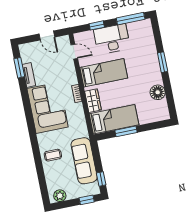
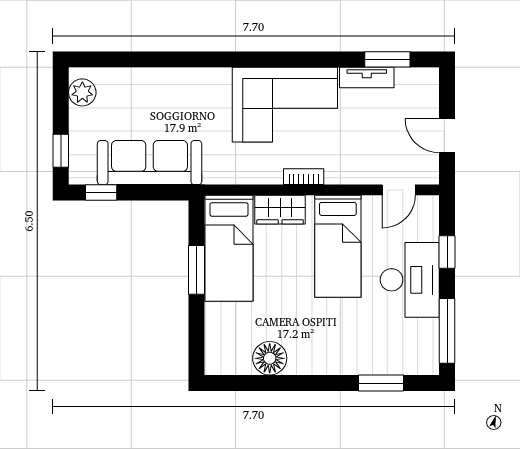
door: (47, 36) -> (447, 136), hinge flipped
window: (163, 62) -> (381, 383), moved
coffee table: (53, 155) -> (176, 95), removed

